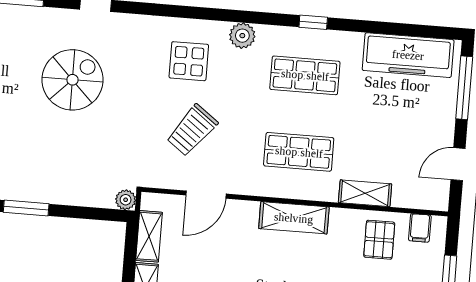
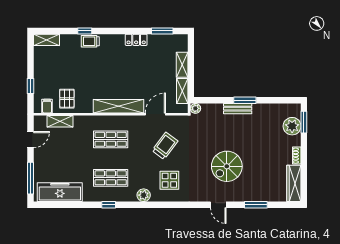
bench: (42, 193) -> (238, 109), added
shelving: (365, 193) -> (60, 121), moved
shelving: (294, 218) -> (118, 106), width x1.47

